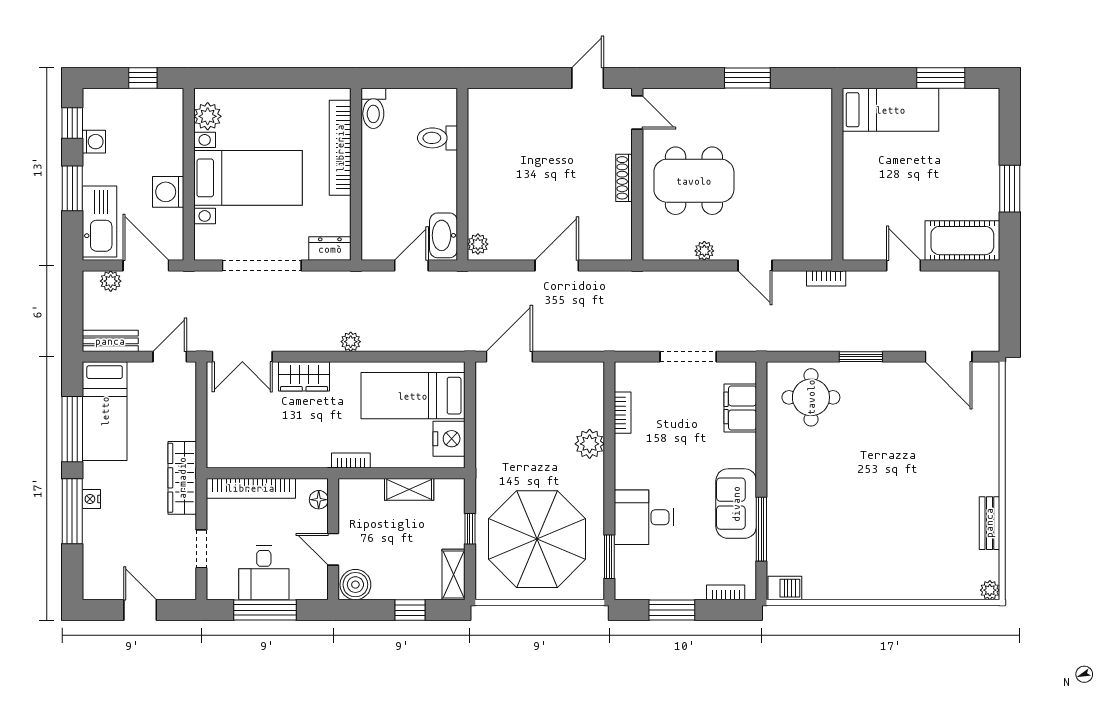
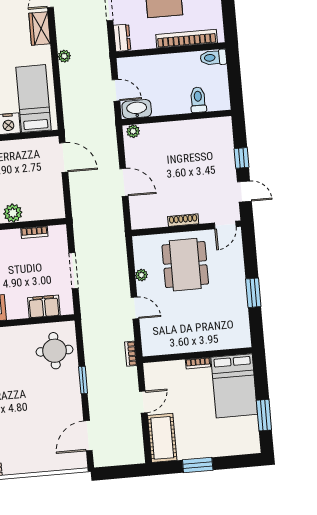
window: (534, 78) -> (241, 158), added
bed: (891, 110) -> (234, 386), width x1.50
bookcase: (850, 174) -> (198, 363), added
door: (755, 265) -> (135, 308), swing flipped

